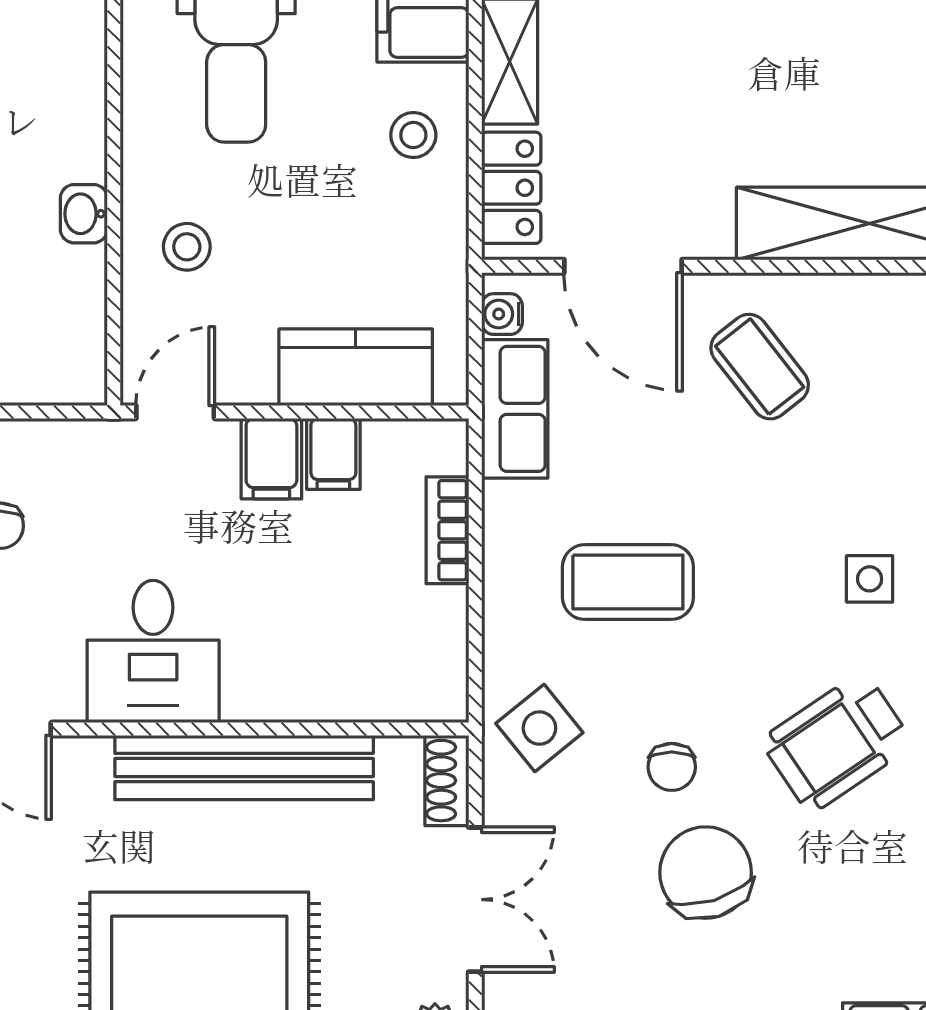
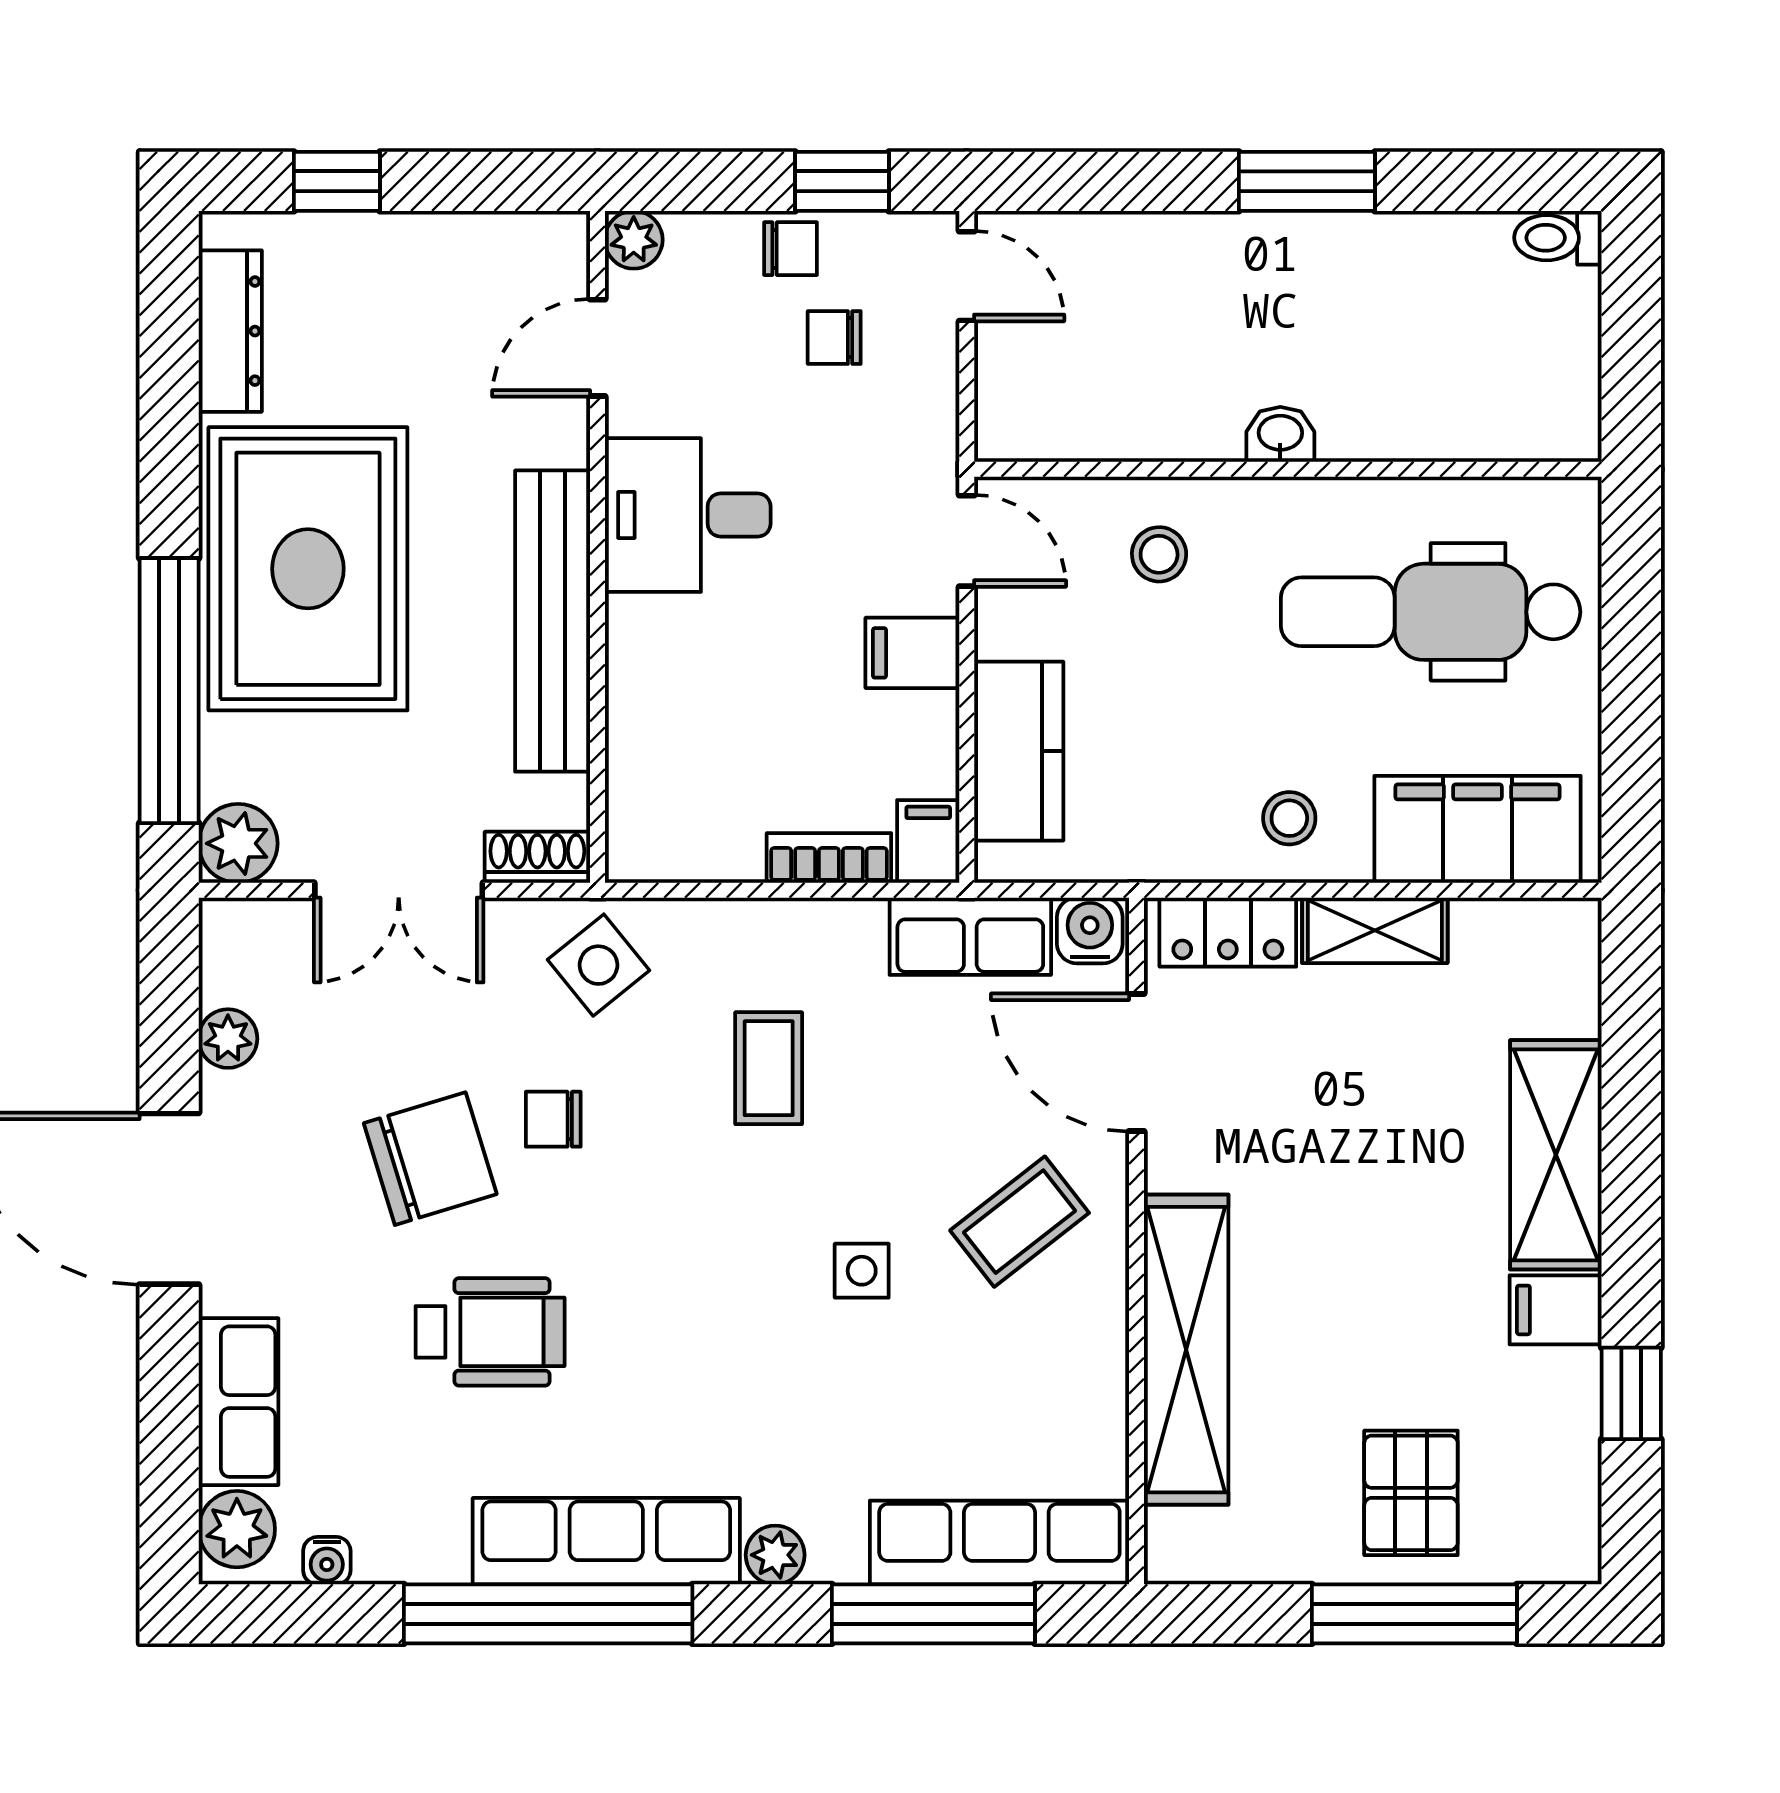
washbasin: (84, 214) -> (1280, 434), moved
door: (623, 266) -> (1136, 1062), hinge flipped
water cooler: (502, 314) -> (1090, 930), width x1.38, depth x1.38
filing cabinet: (333, 454) -> (928, 841), moved, turned 90
side table: (870, 579) -> (862, 1271), moved
coffee table: (628, 582) -> (769, 1068), width x0.73, depth x0.77
wheelchair: (837, 742) -> (490, 1332), moved, turned 124

